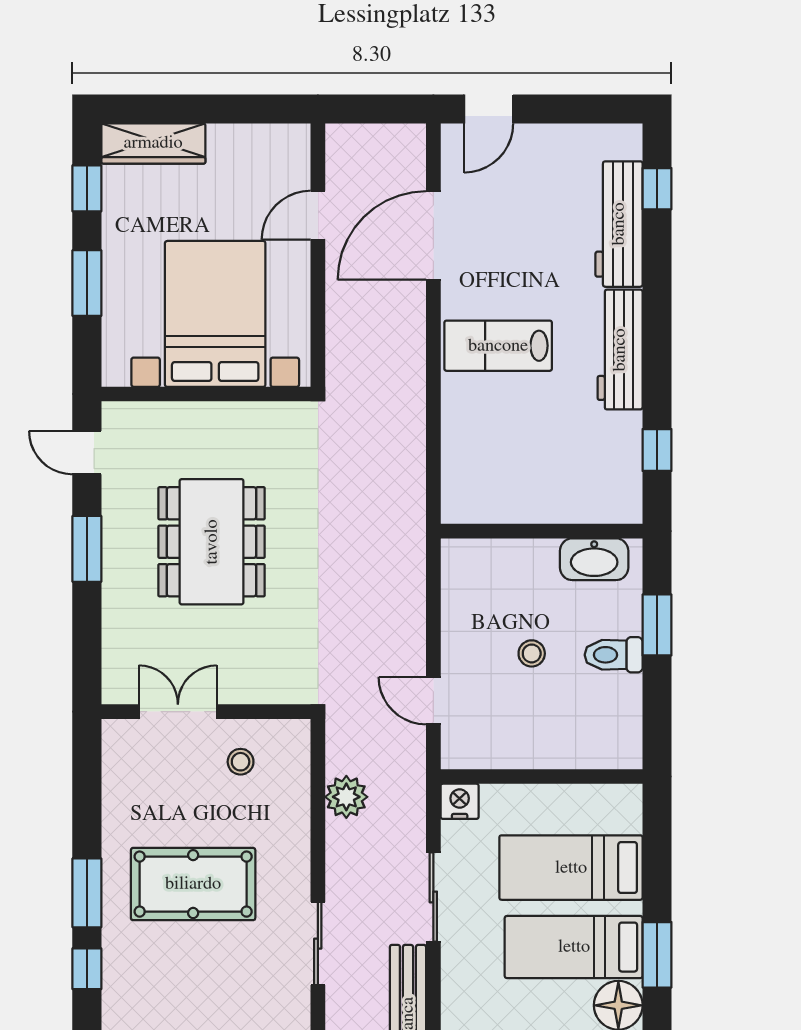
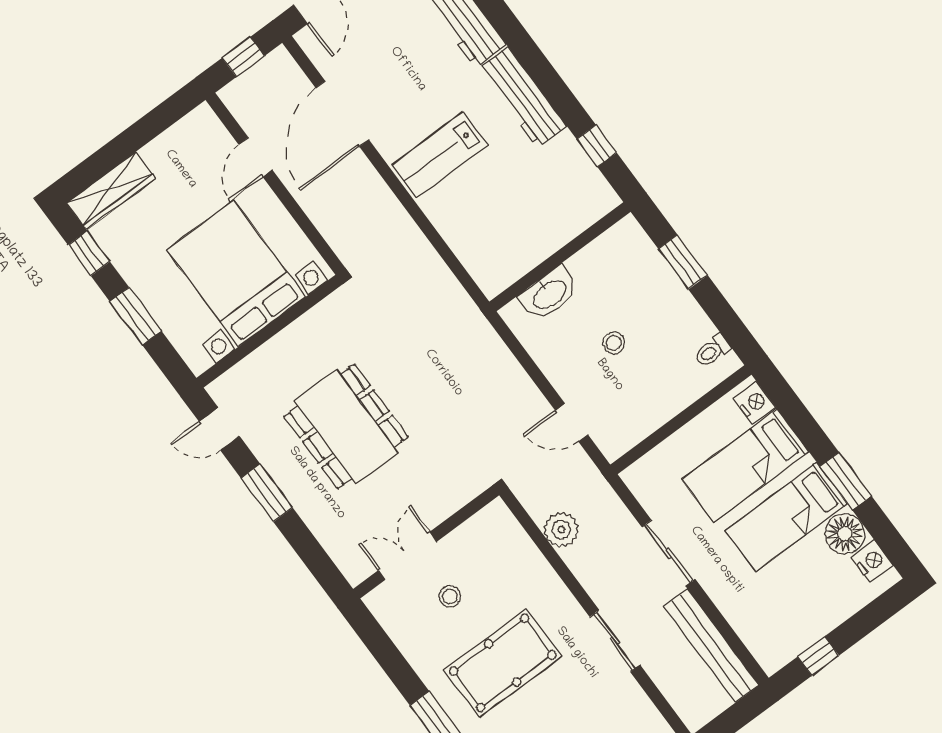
window: (378, 109) -> (243, 57), added
washbasin: (594, 559) -> (549, 294), moved
toilet: (614, 655) -> (712, 351), moved, width x0.73, depth x0.72
stool: (241, 762) -> (450, 596), moved
nightstand: (460, 801) -> (755, 403), moved, turned 90

